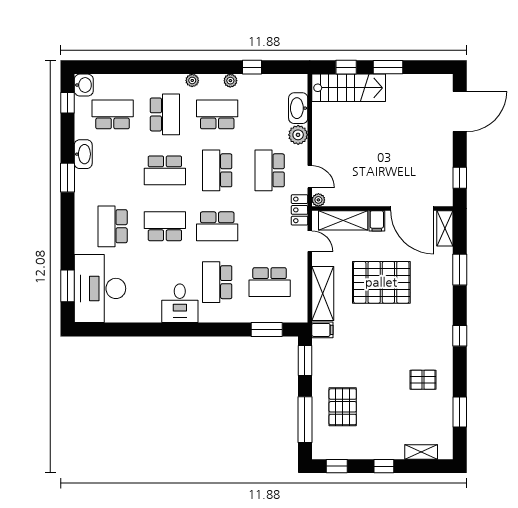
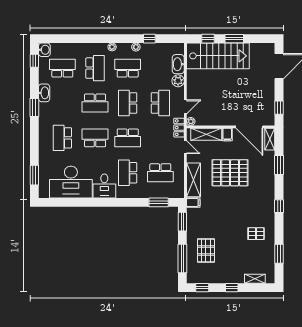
stairs: (349, 88) -> (218, 56), width x1.36, depth x1.51
school desk: (270, 170) -> (160, 103), turned 180
door: (310, 177) -> (185, 107), hinge flipped
desk: (100, 288) -> (71, 182), moved, turned -90

